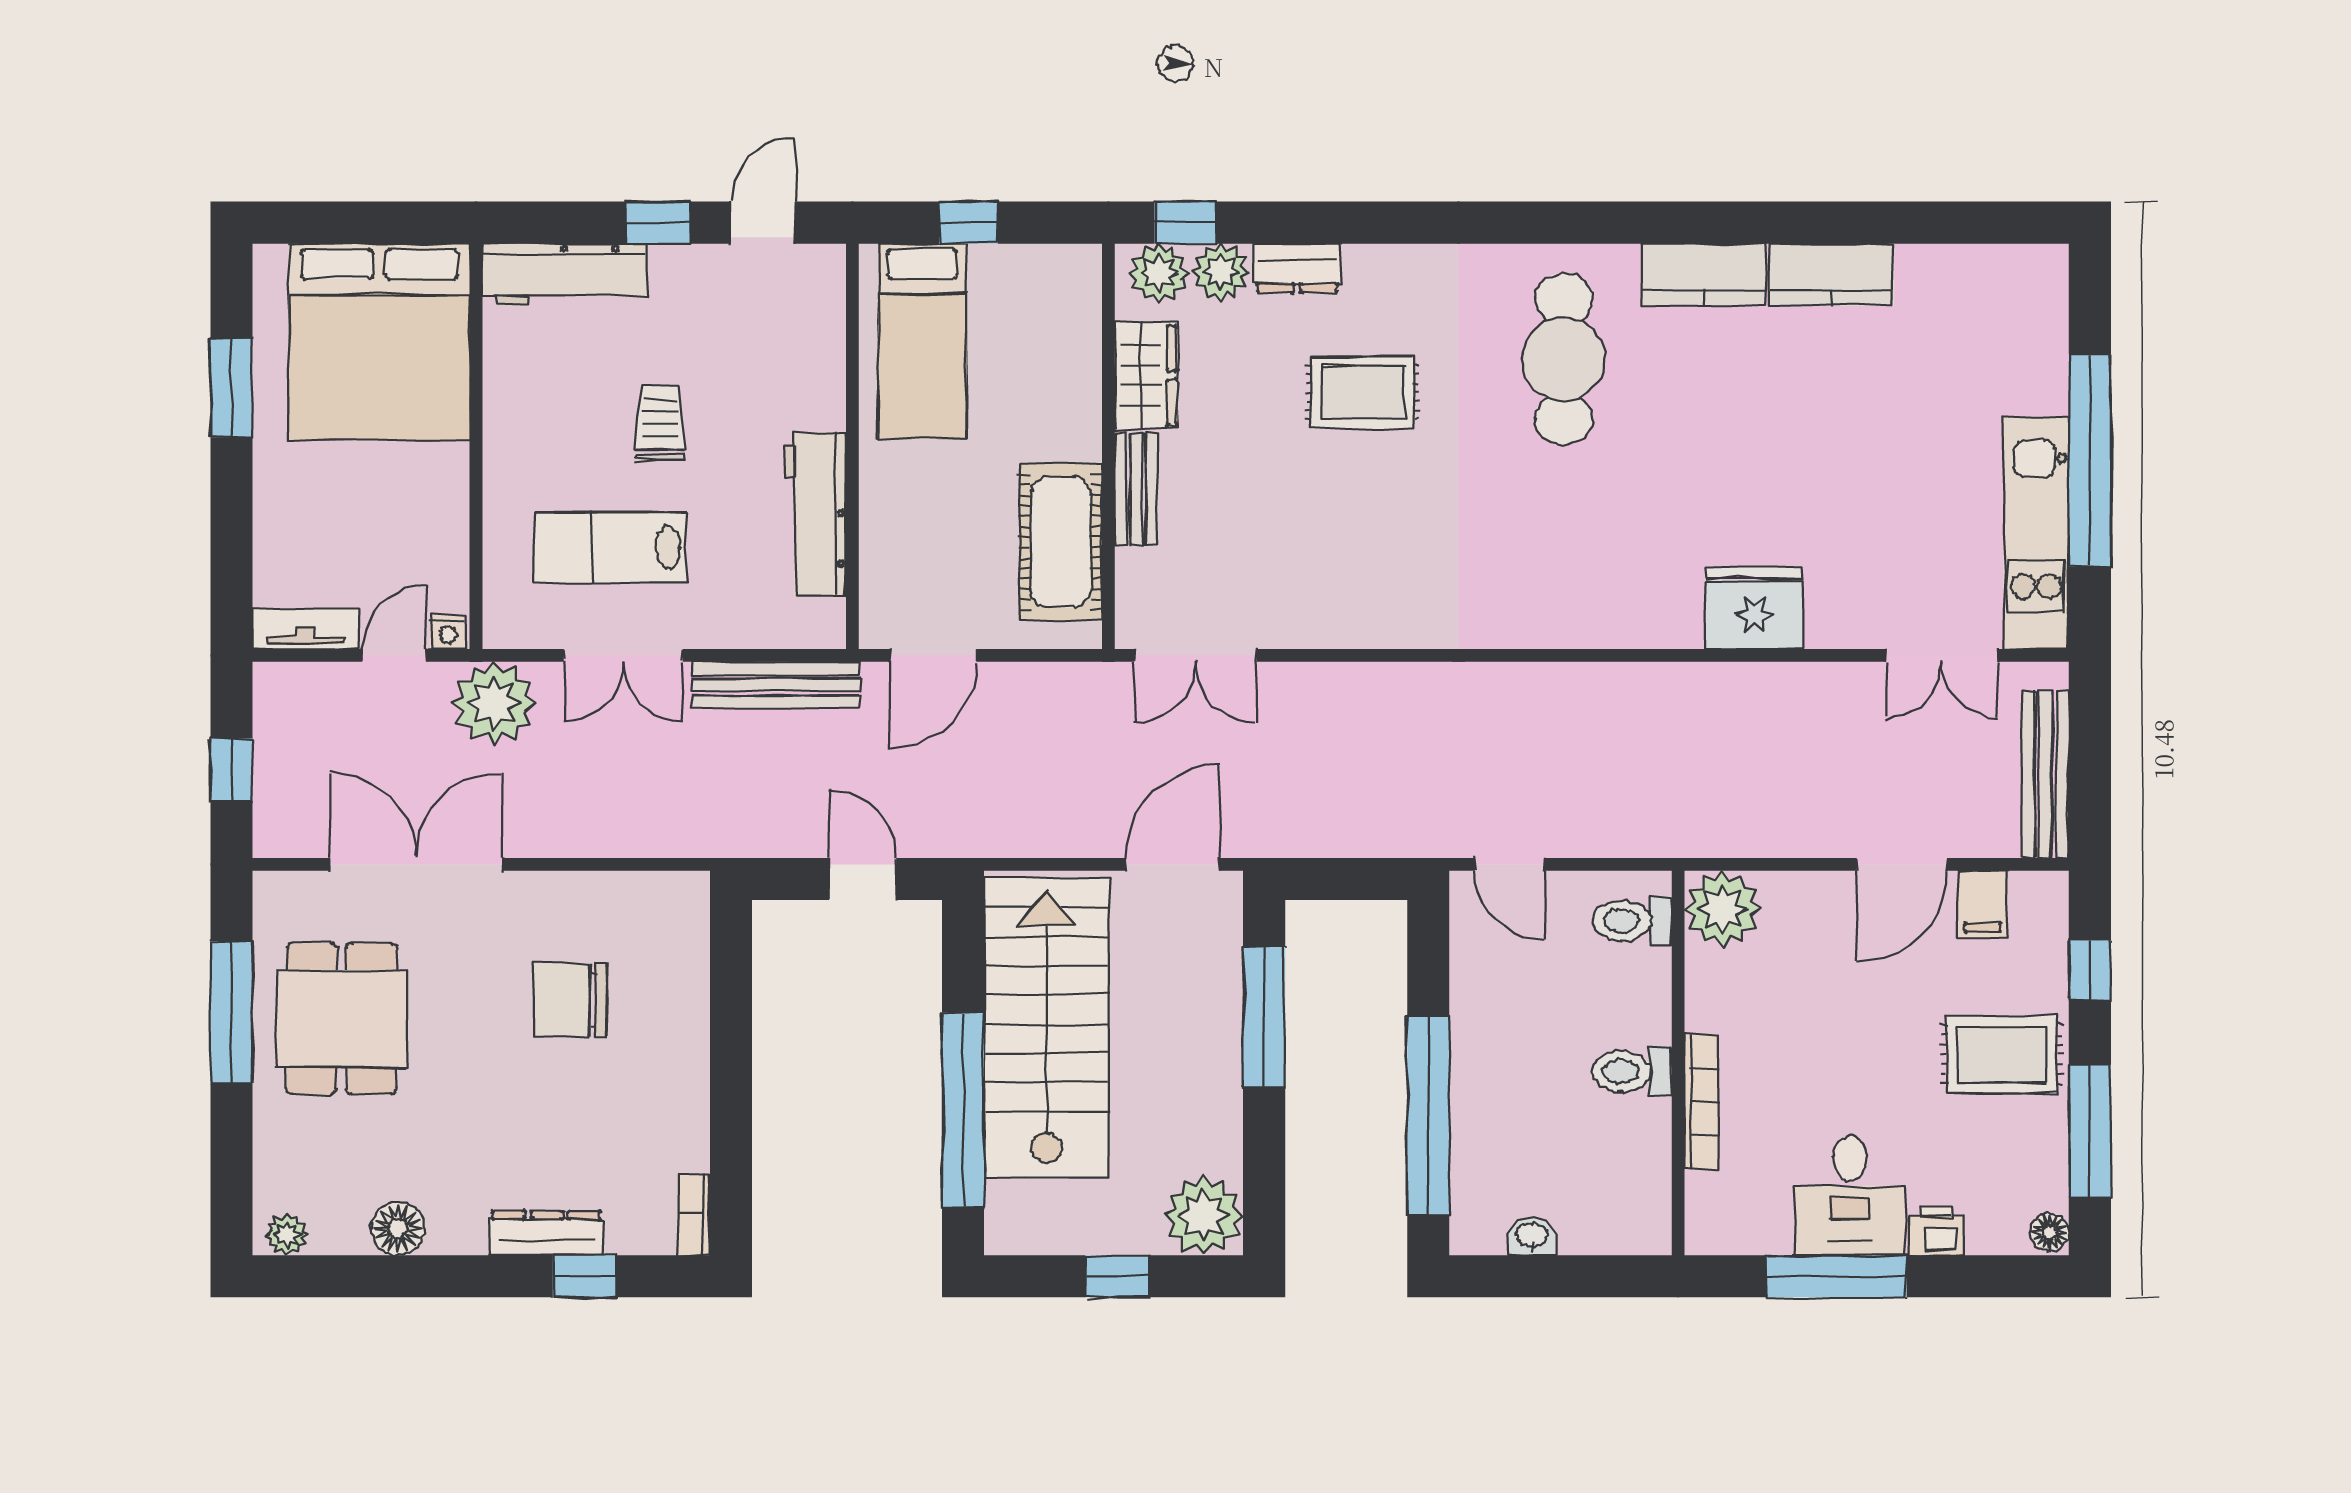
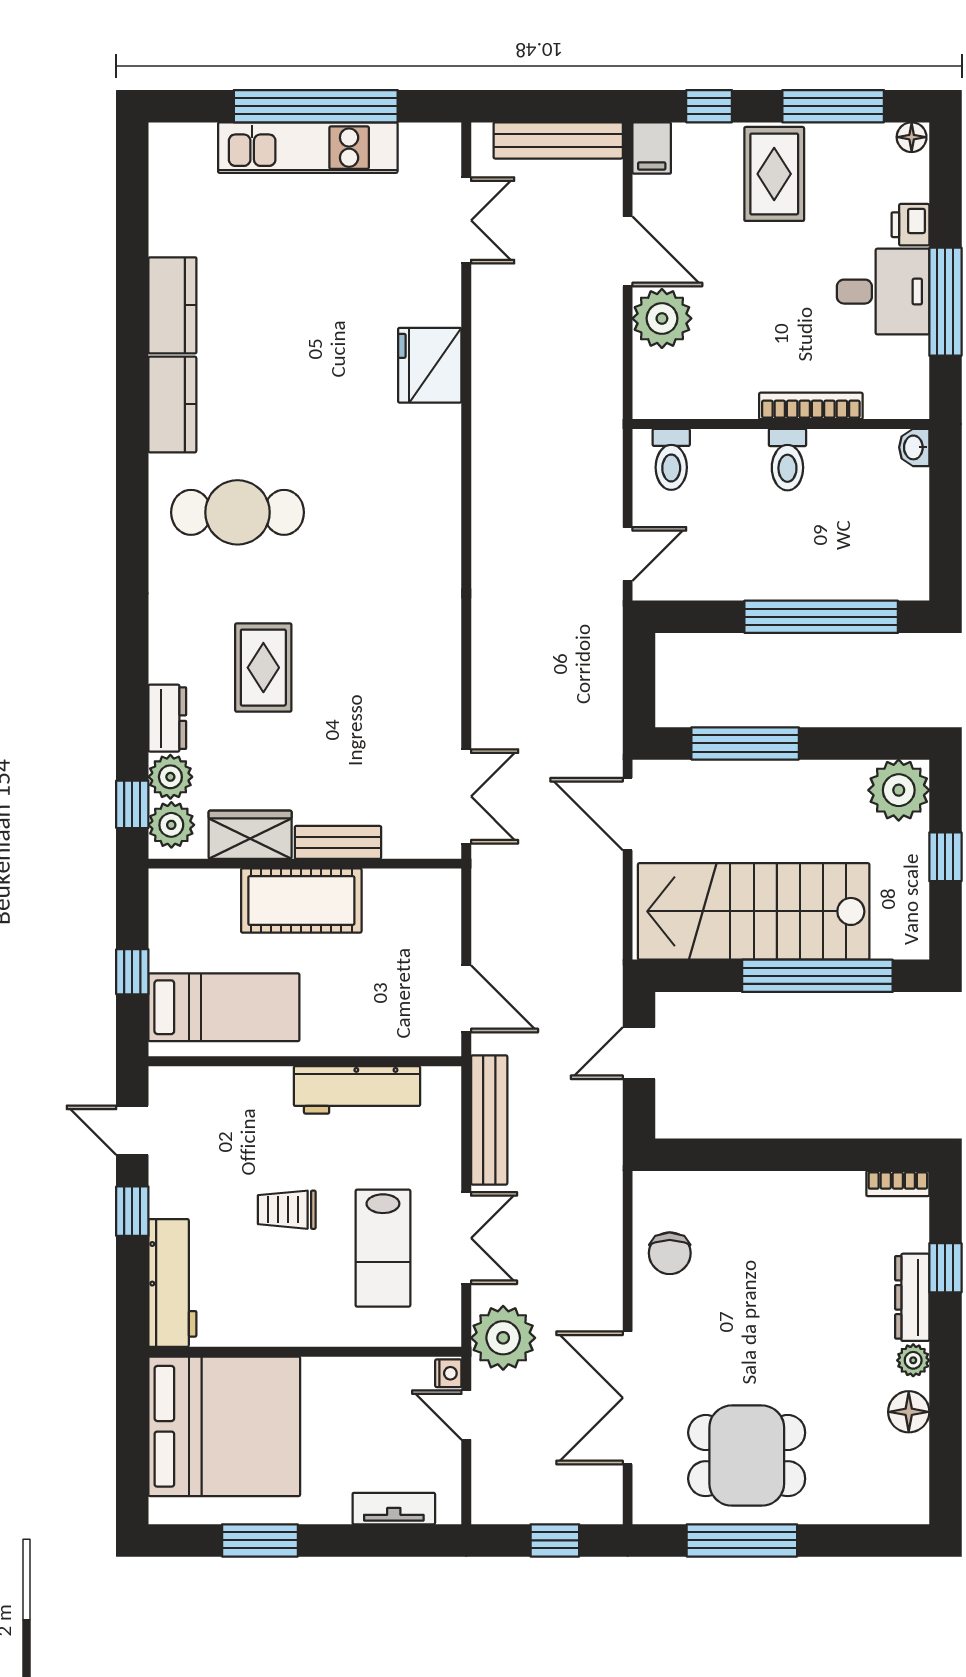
kitchen unit: (2036, 533) -> (308, 148), moved
cot: (1061, 542) -> (301, 901), moved
tv unit: (306, 629) -> (394, 1509), moved, turned 90
filing cabinet: (1983, 904) -> (652, 148), moved, turned 90
plant: (1723, 909) -> (662, 318), moved
chair: (570, 1000) -> (670, 1253), moved, width x0.73, depth x0.73
plant: (287, 1234) -> (913, 1360), moved
washbasin: (1532, 1236) -> (914, 447), moved

